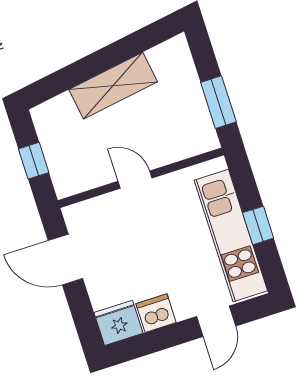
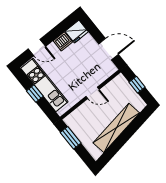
shelving: (113, 86) -> (116, 128), width x1.47
door: (216, 321) -> (37, 48), swing flipped

